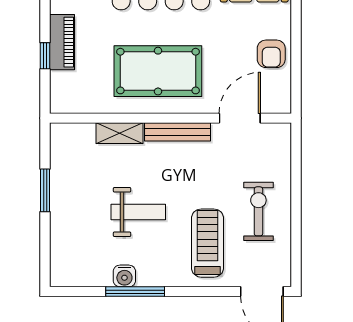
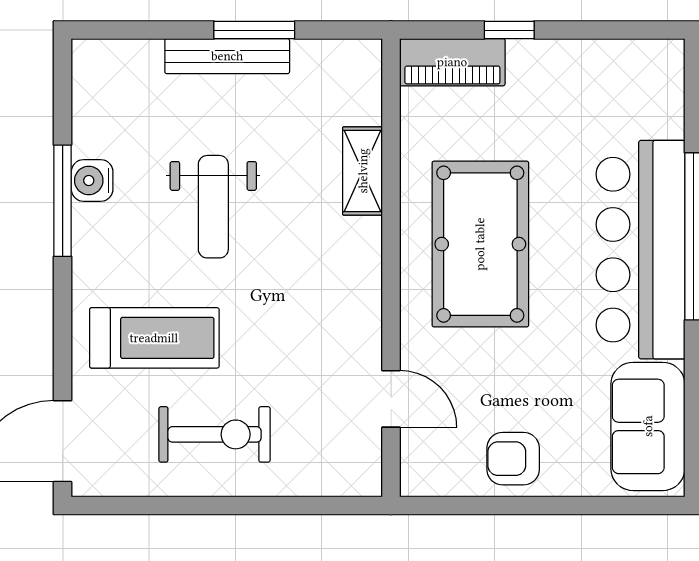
piano: (62, 42) -> (452, 62), moved
door: (240, 118) -> (391, 399), width x0.73
bench: (178, 132) -> (227, 56), moved, turned 90

